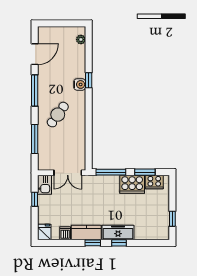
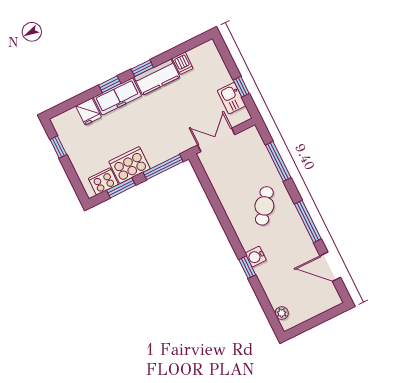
door: (35, 54) -> (330, 267), hinge flipped
kitchen sink: (44, 185) -> (232, 98), moved
fridge: (44, 232) -> (88, 112), moved

